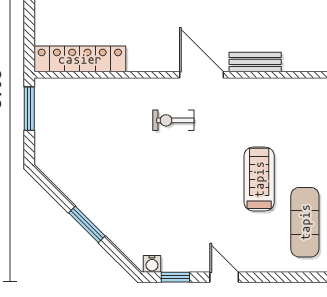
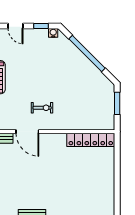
window: (29, 109) -> (117, 103), moved
window: (87, 224) -> (87, 54), width x2.11

